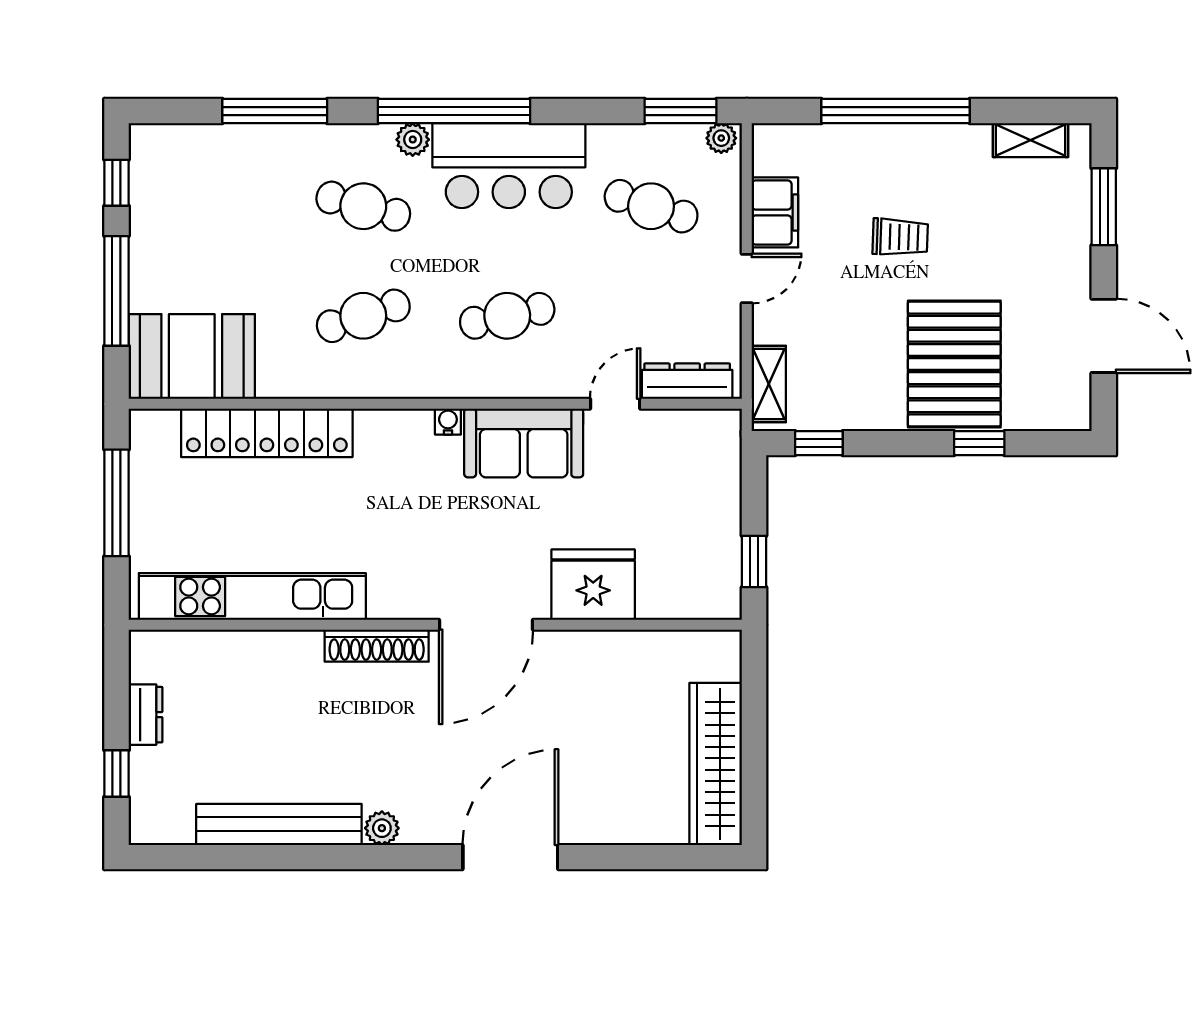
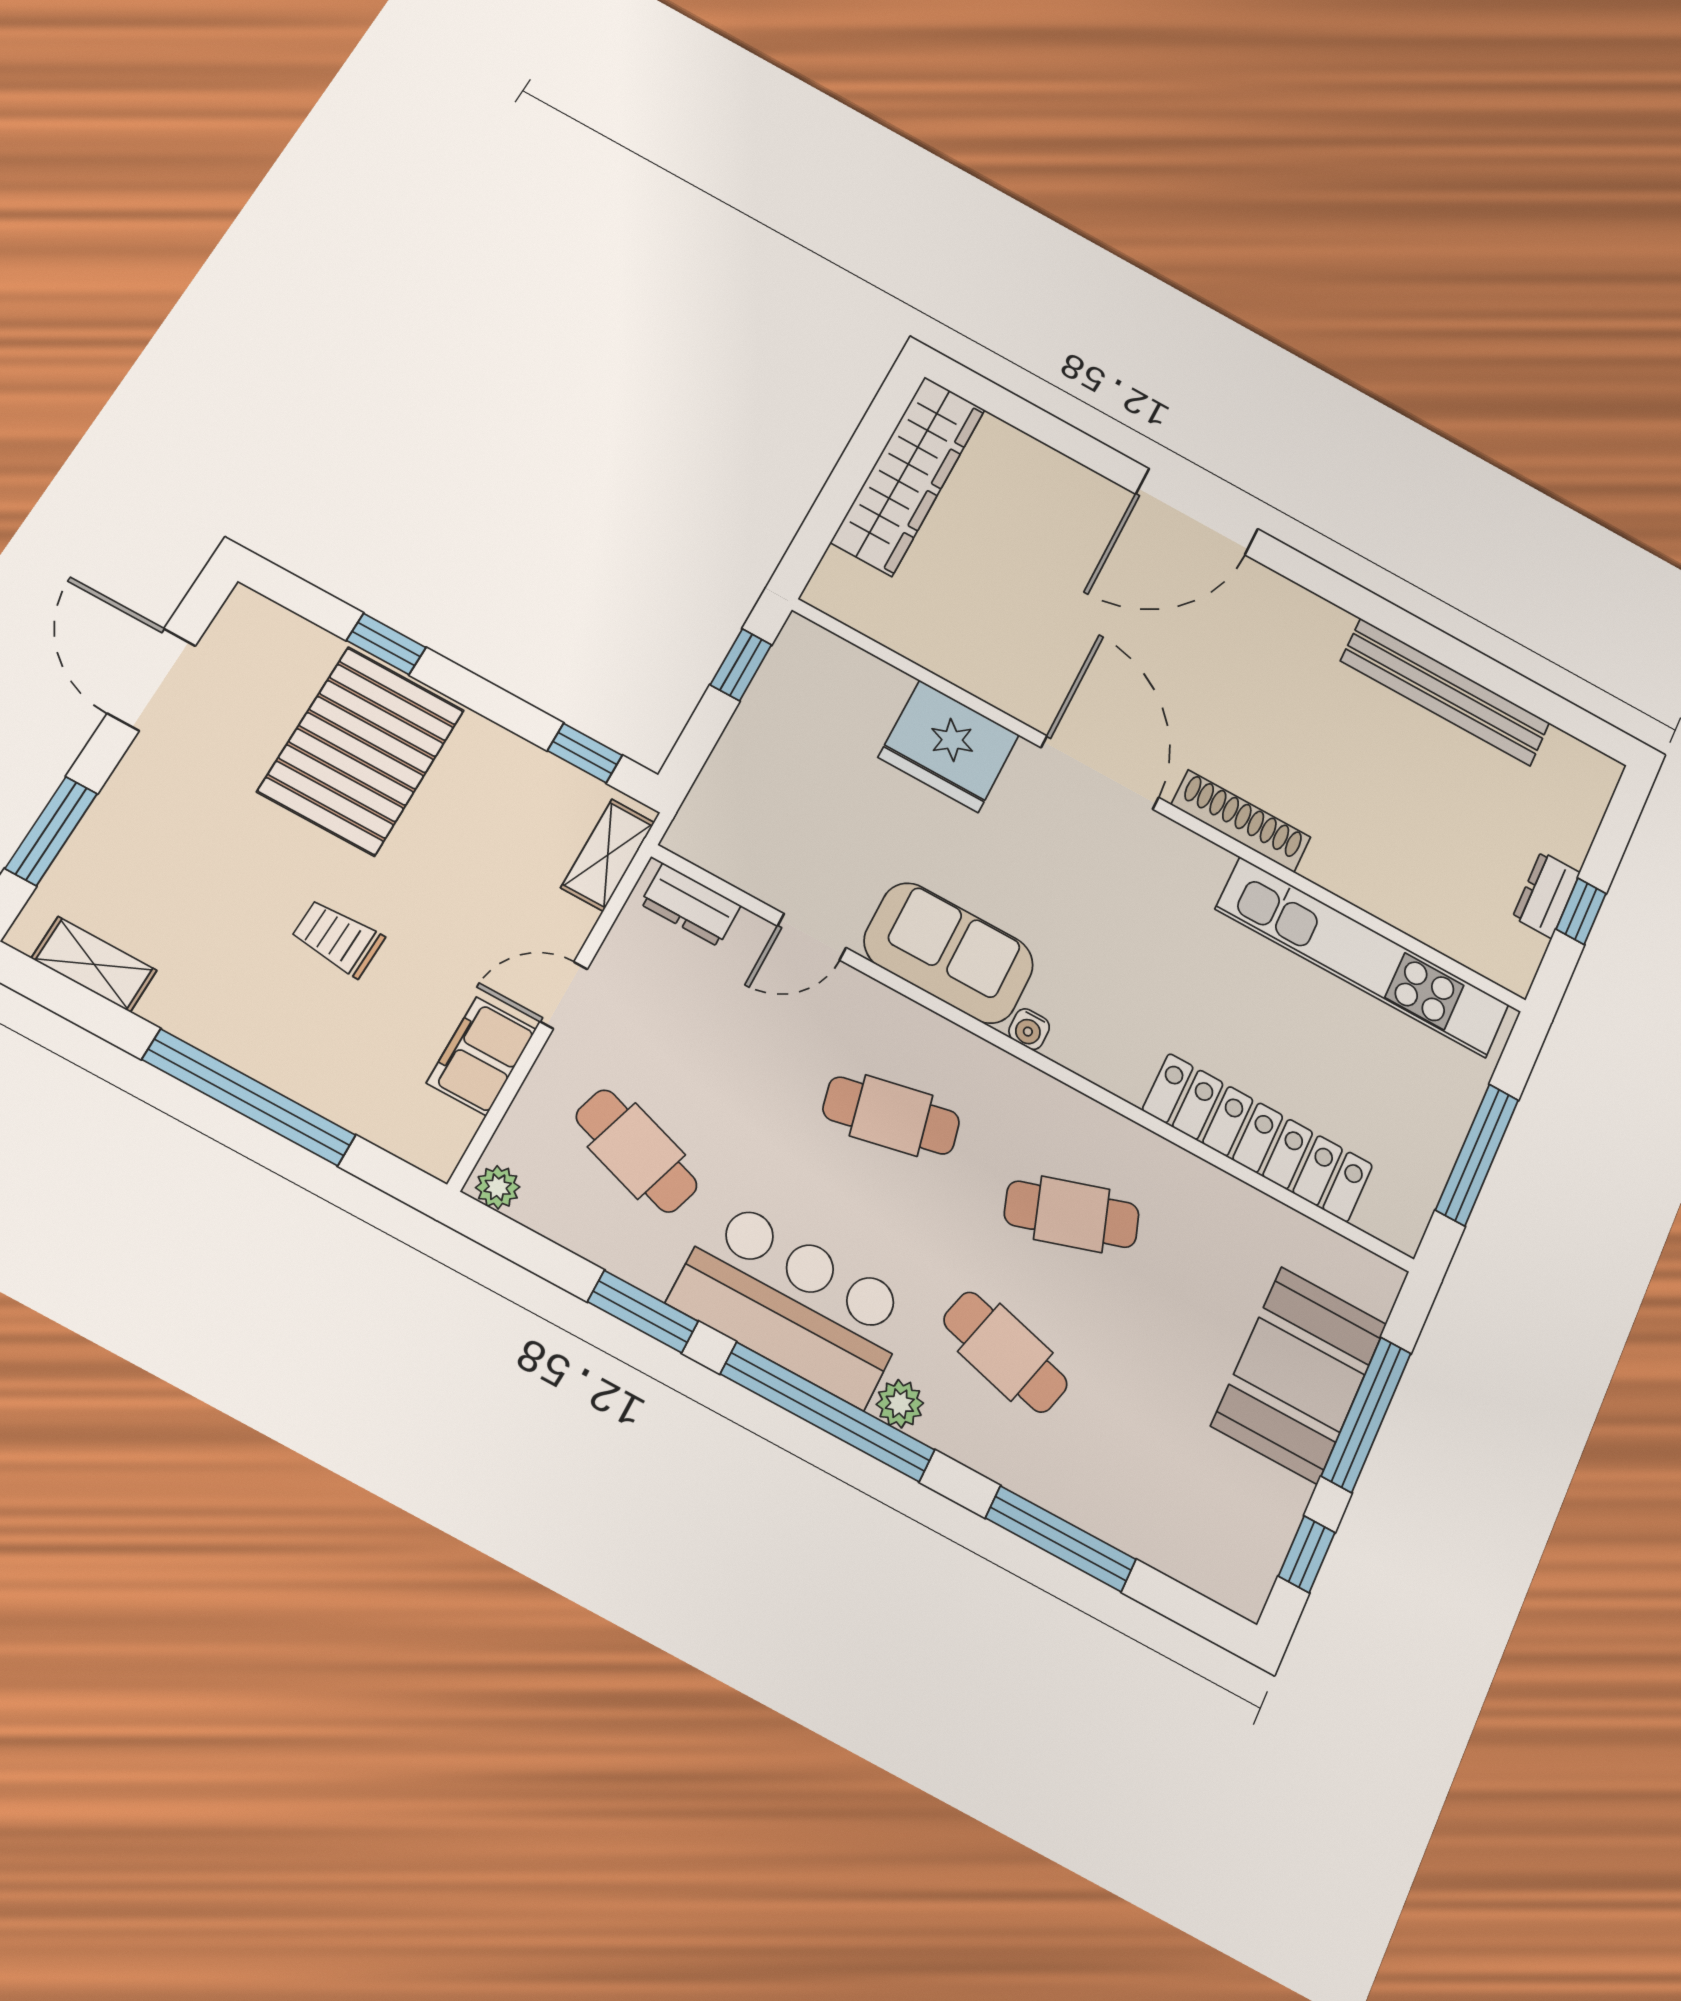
window: (681, 111) -> (643, 1312), moved
booth: (192, 356) -> (1299, 1375), moved, turned 90
dresser: (687, 381) -> (691, 905), width x0.70
door: (486, 625) -> (1100, 773), hinge flipped
window: (116, 773) -> (1581, 911), moved
plant: (382, 828) -> (1329, 623), removed

